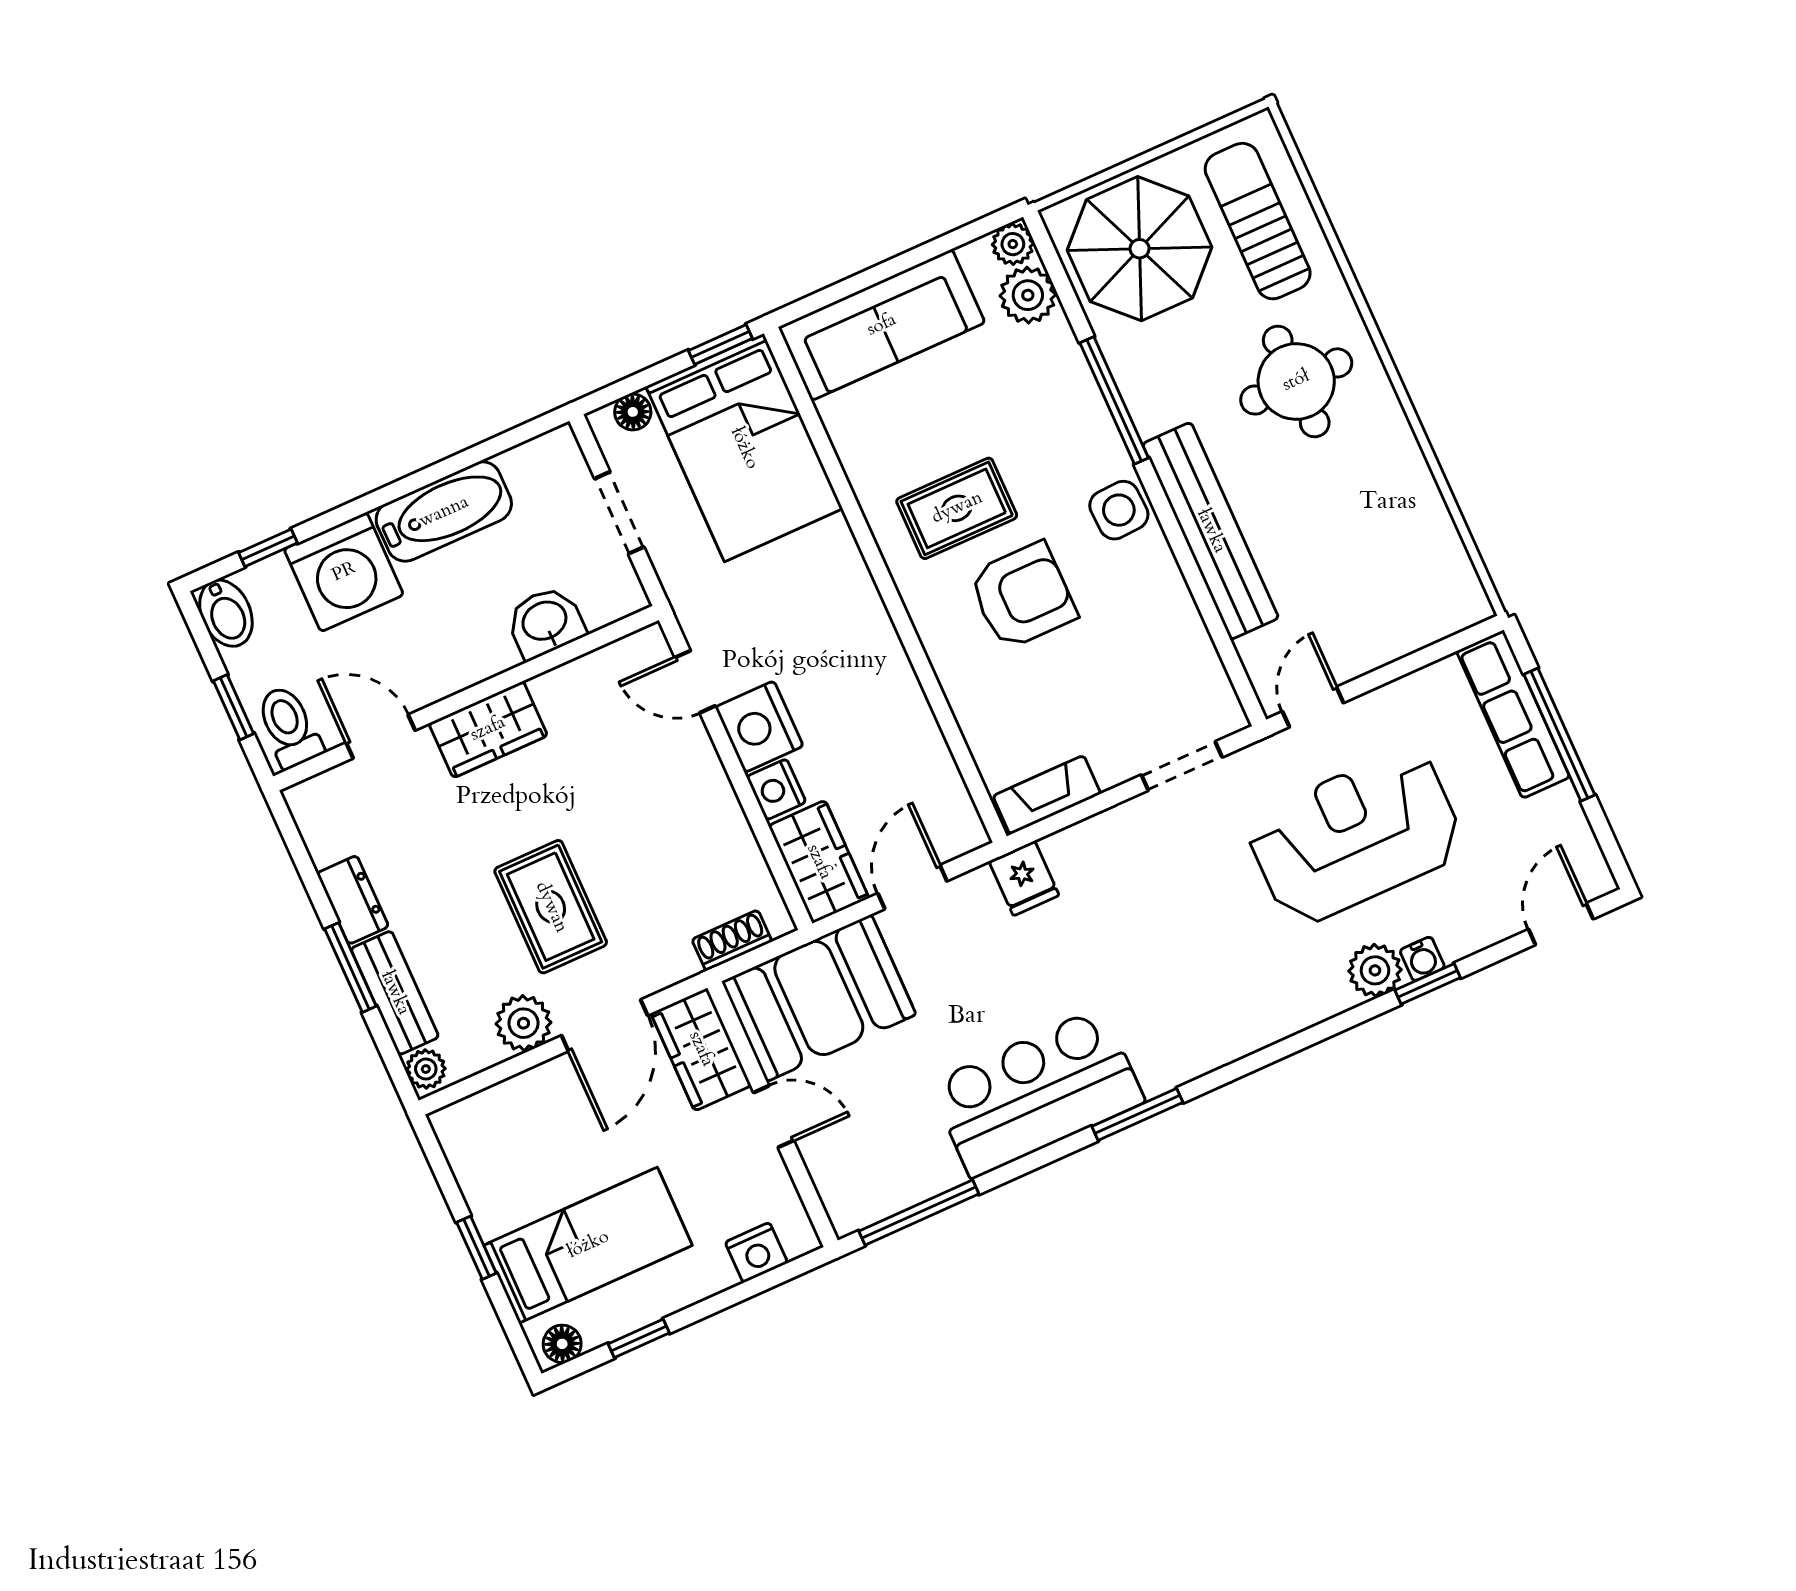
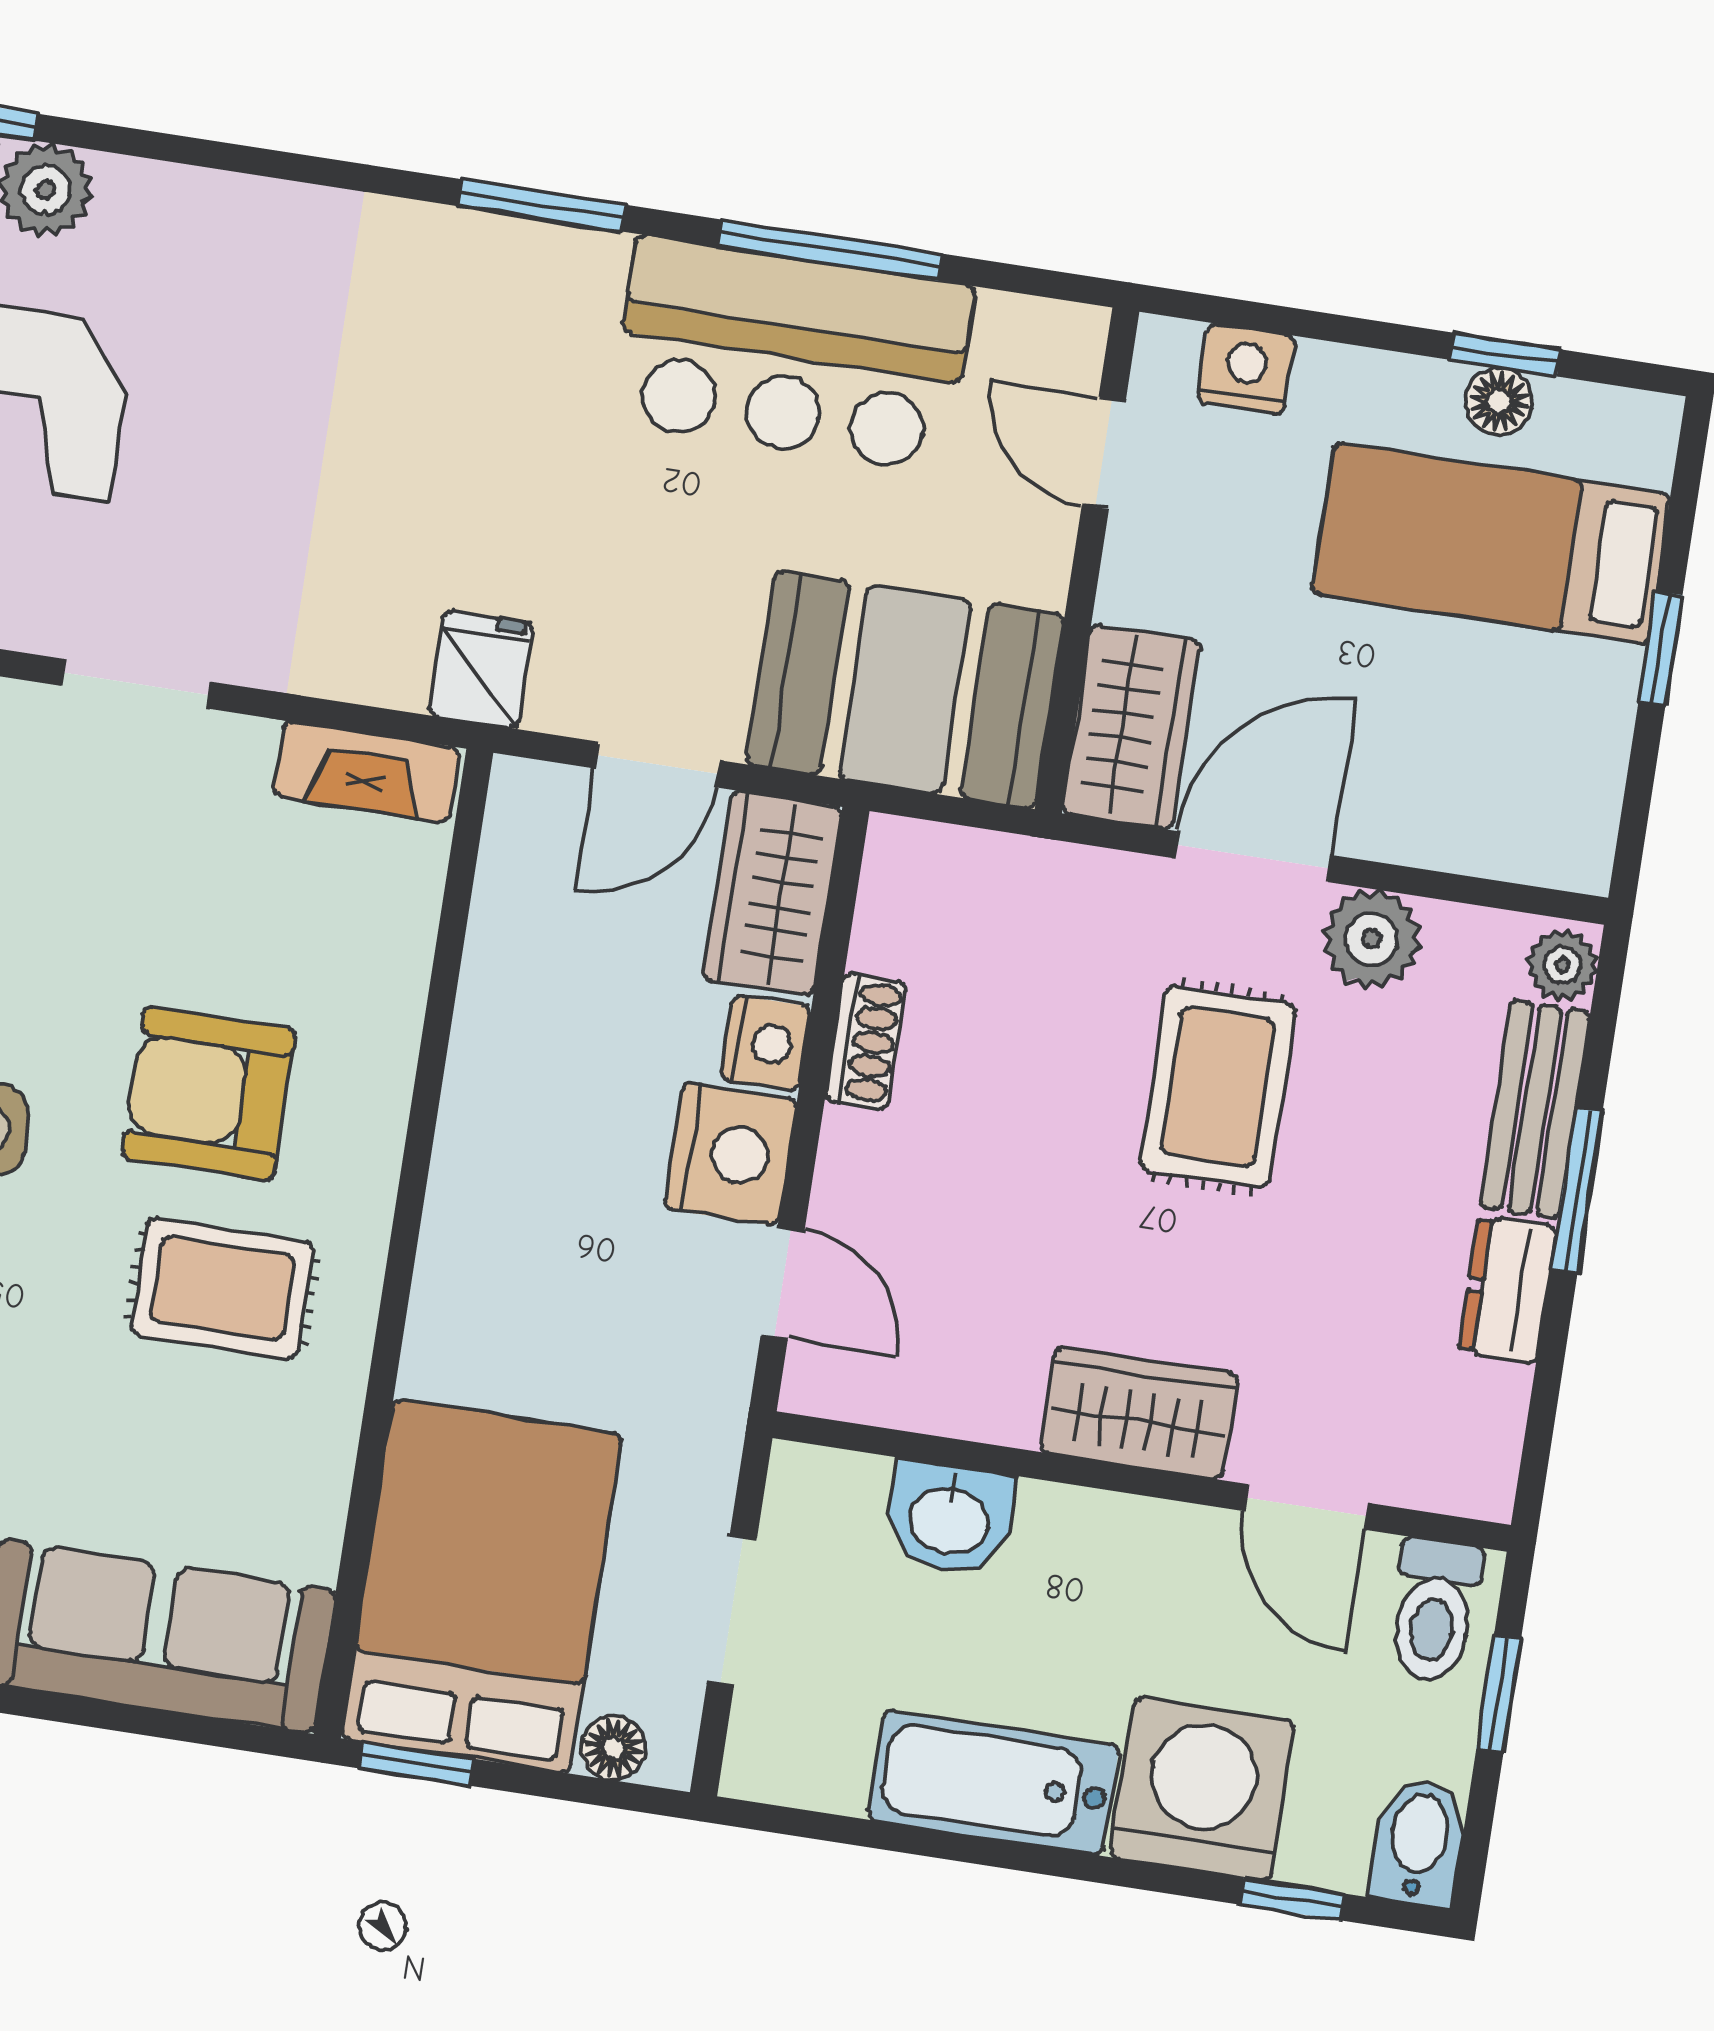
shoe rack: (732, 940) -> (866, 1041), moved, turned -90
bar counter: (1037, 1093) -> (792, 354), moved
door: (774, 1116) -> (1104, 453), moved
window: (919, 1213) -> (830, 250), moved
floor lamp: (562, 1344) -> (1499, 401), moved

